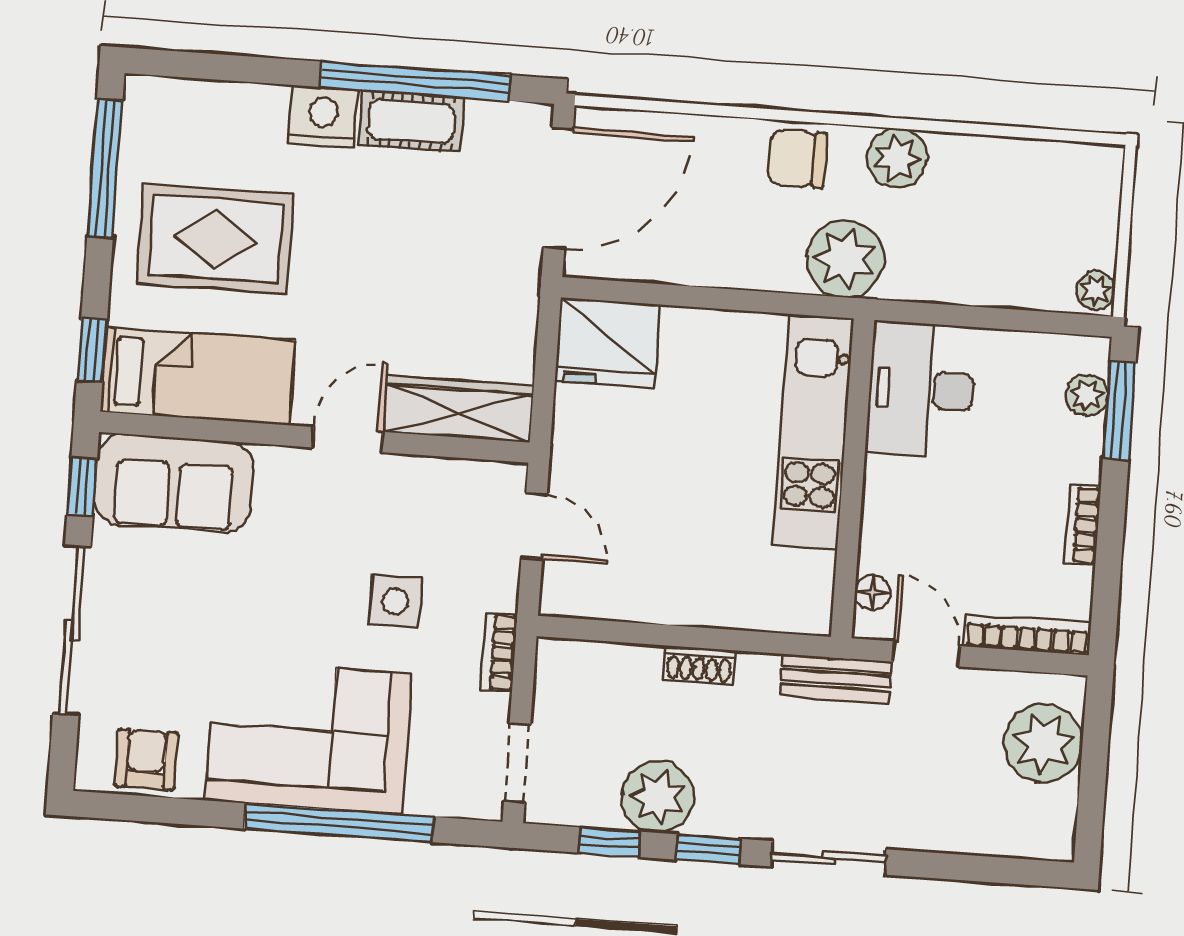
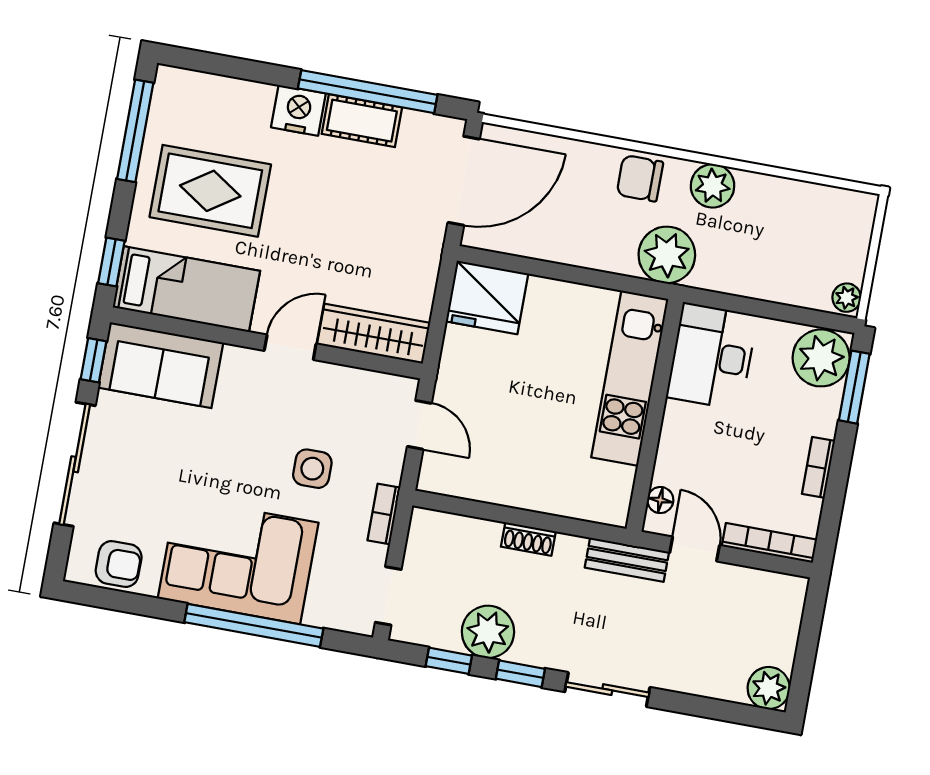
plant: (1087, 395) -> (821, 358), width x1.88, depth x1.88
plant: (1043, 744) -> (769, 688), moved, width x0.73, depth x0.73
armchair: (146, 759) -> (119, 564), turned 90

